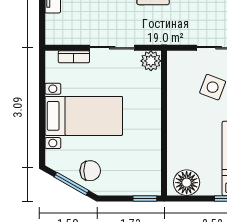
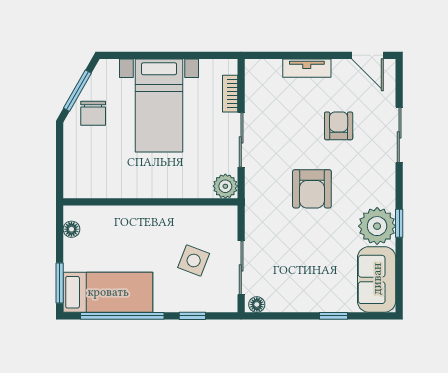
floor lamp: (187, 183) -> (71, 229), width x0.53, depth x0.53
window: (145, 199) -> (60, 179), removed

